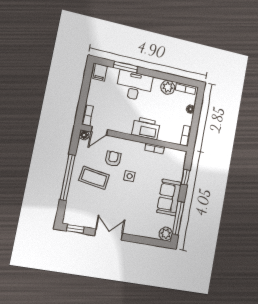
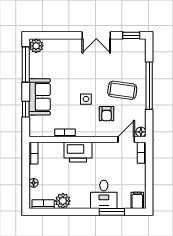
desk: (134, 86) -> (104, 194), width x0.73
sofa: (169, 197) -> (40, 97), moved

